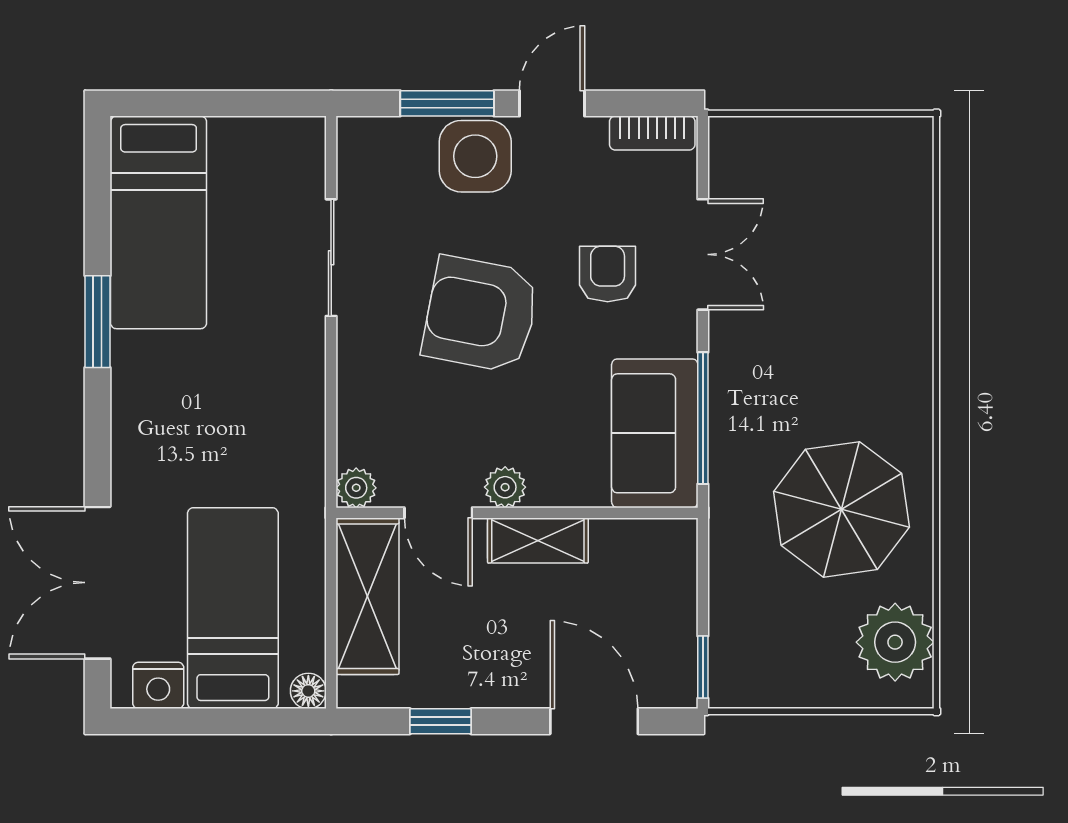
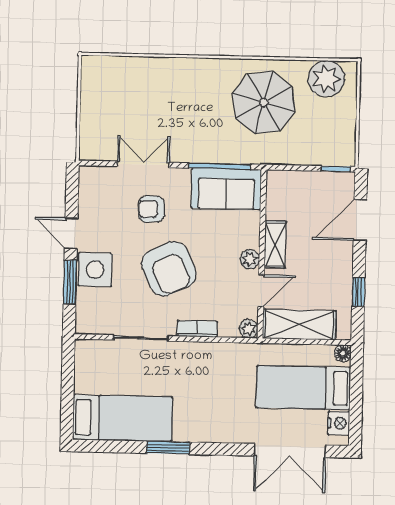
bookcase: (652, 133) -> (197, 329), moved, turned -90
armchair: (481, 314) -> (169, 269), turned -36

